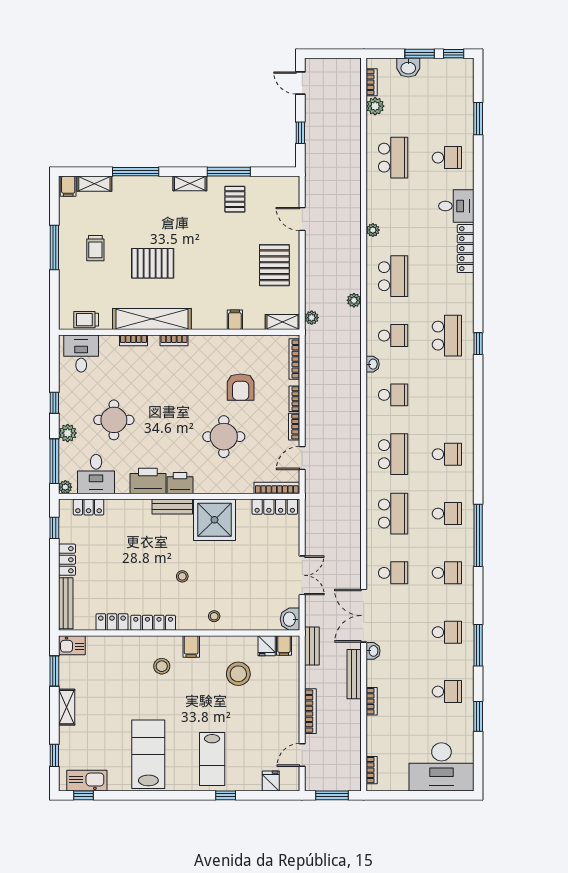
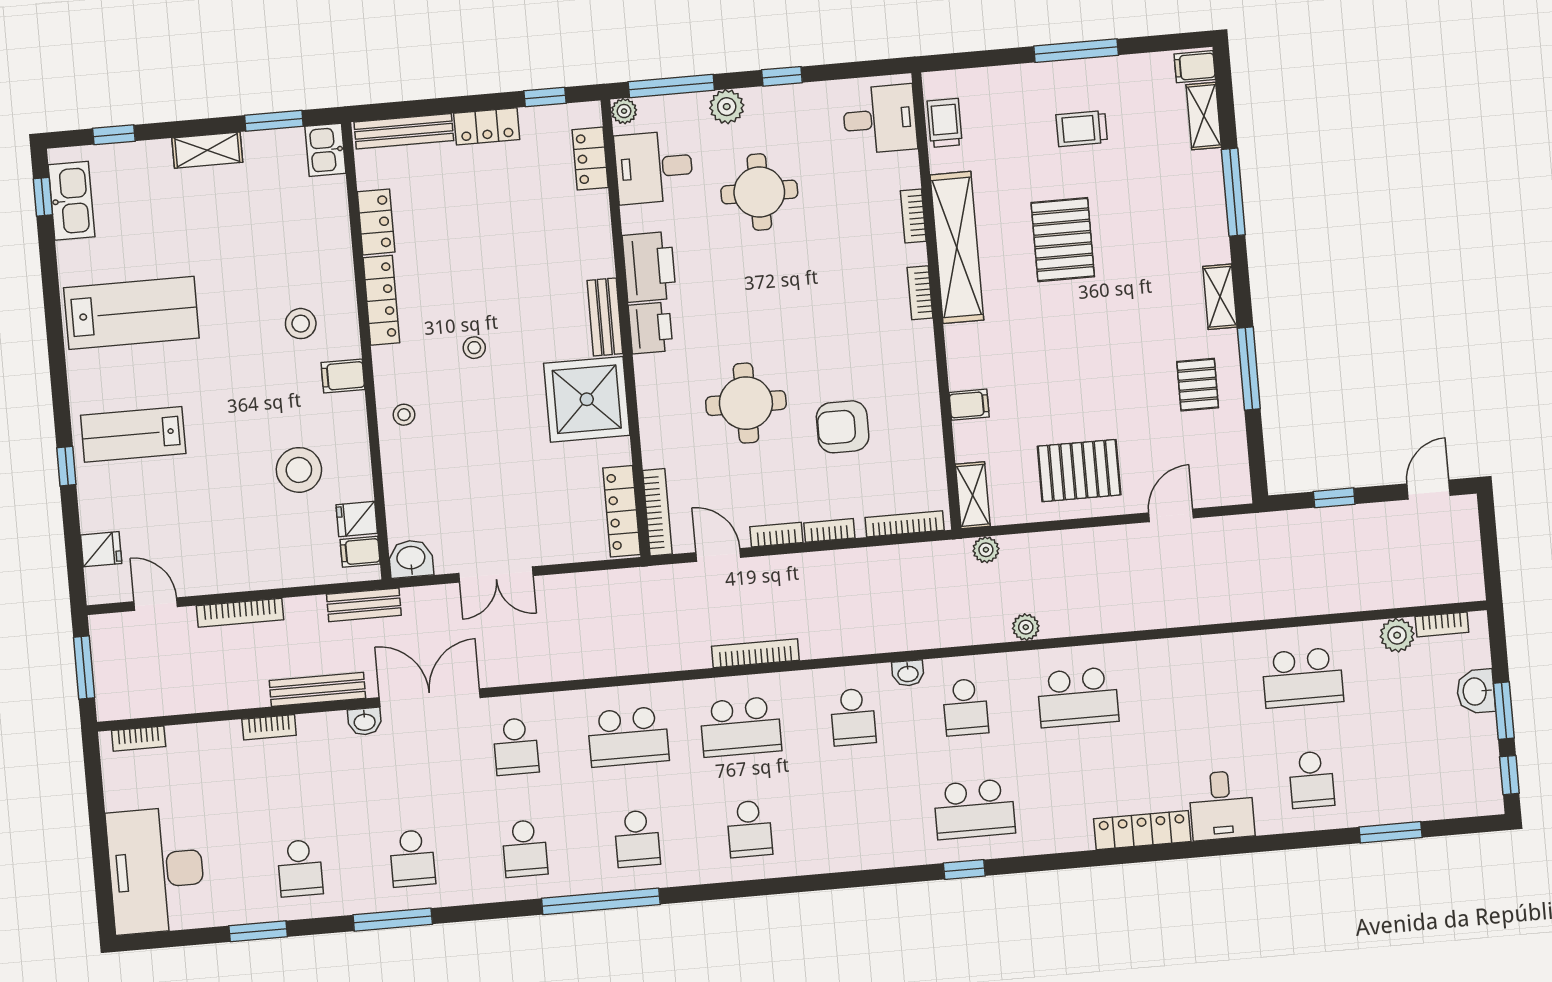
pallet: (235, 199) -> (1198, 385), turned 90
plant: (373, 230) -> (1162, 651), removed
bookcase: (355, 443) -> (755, 653), added

